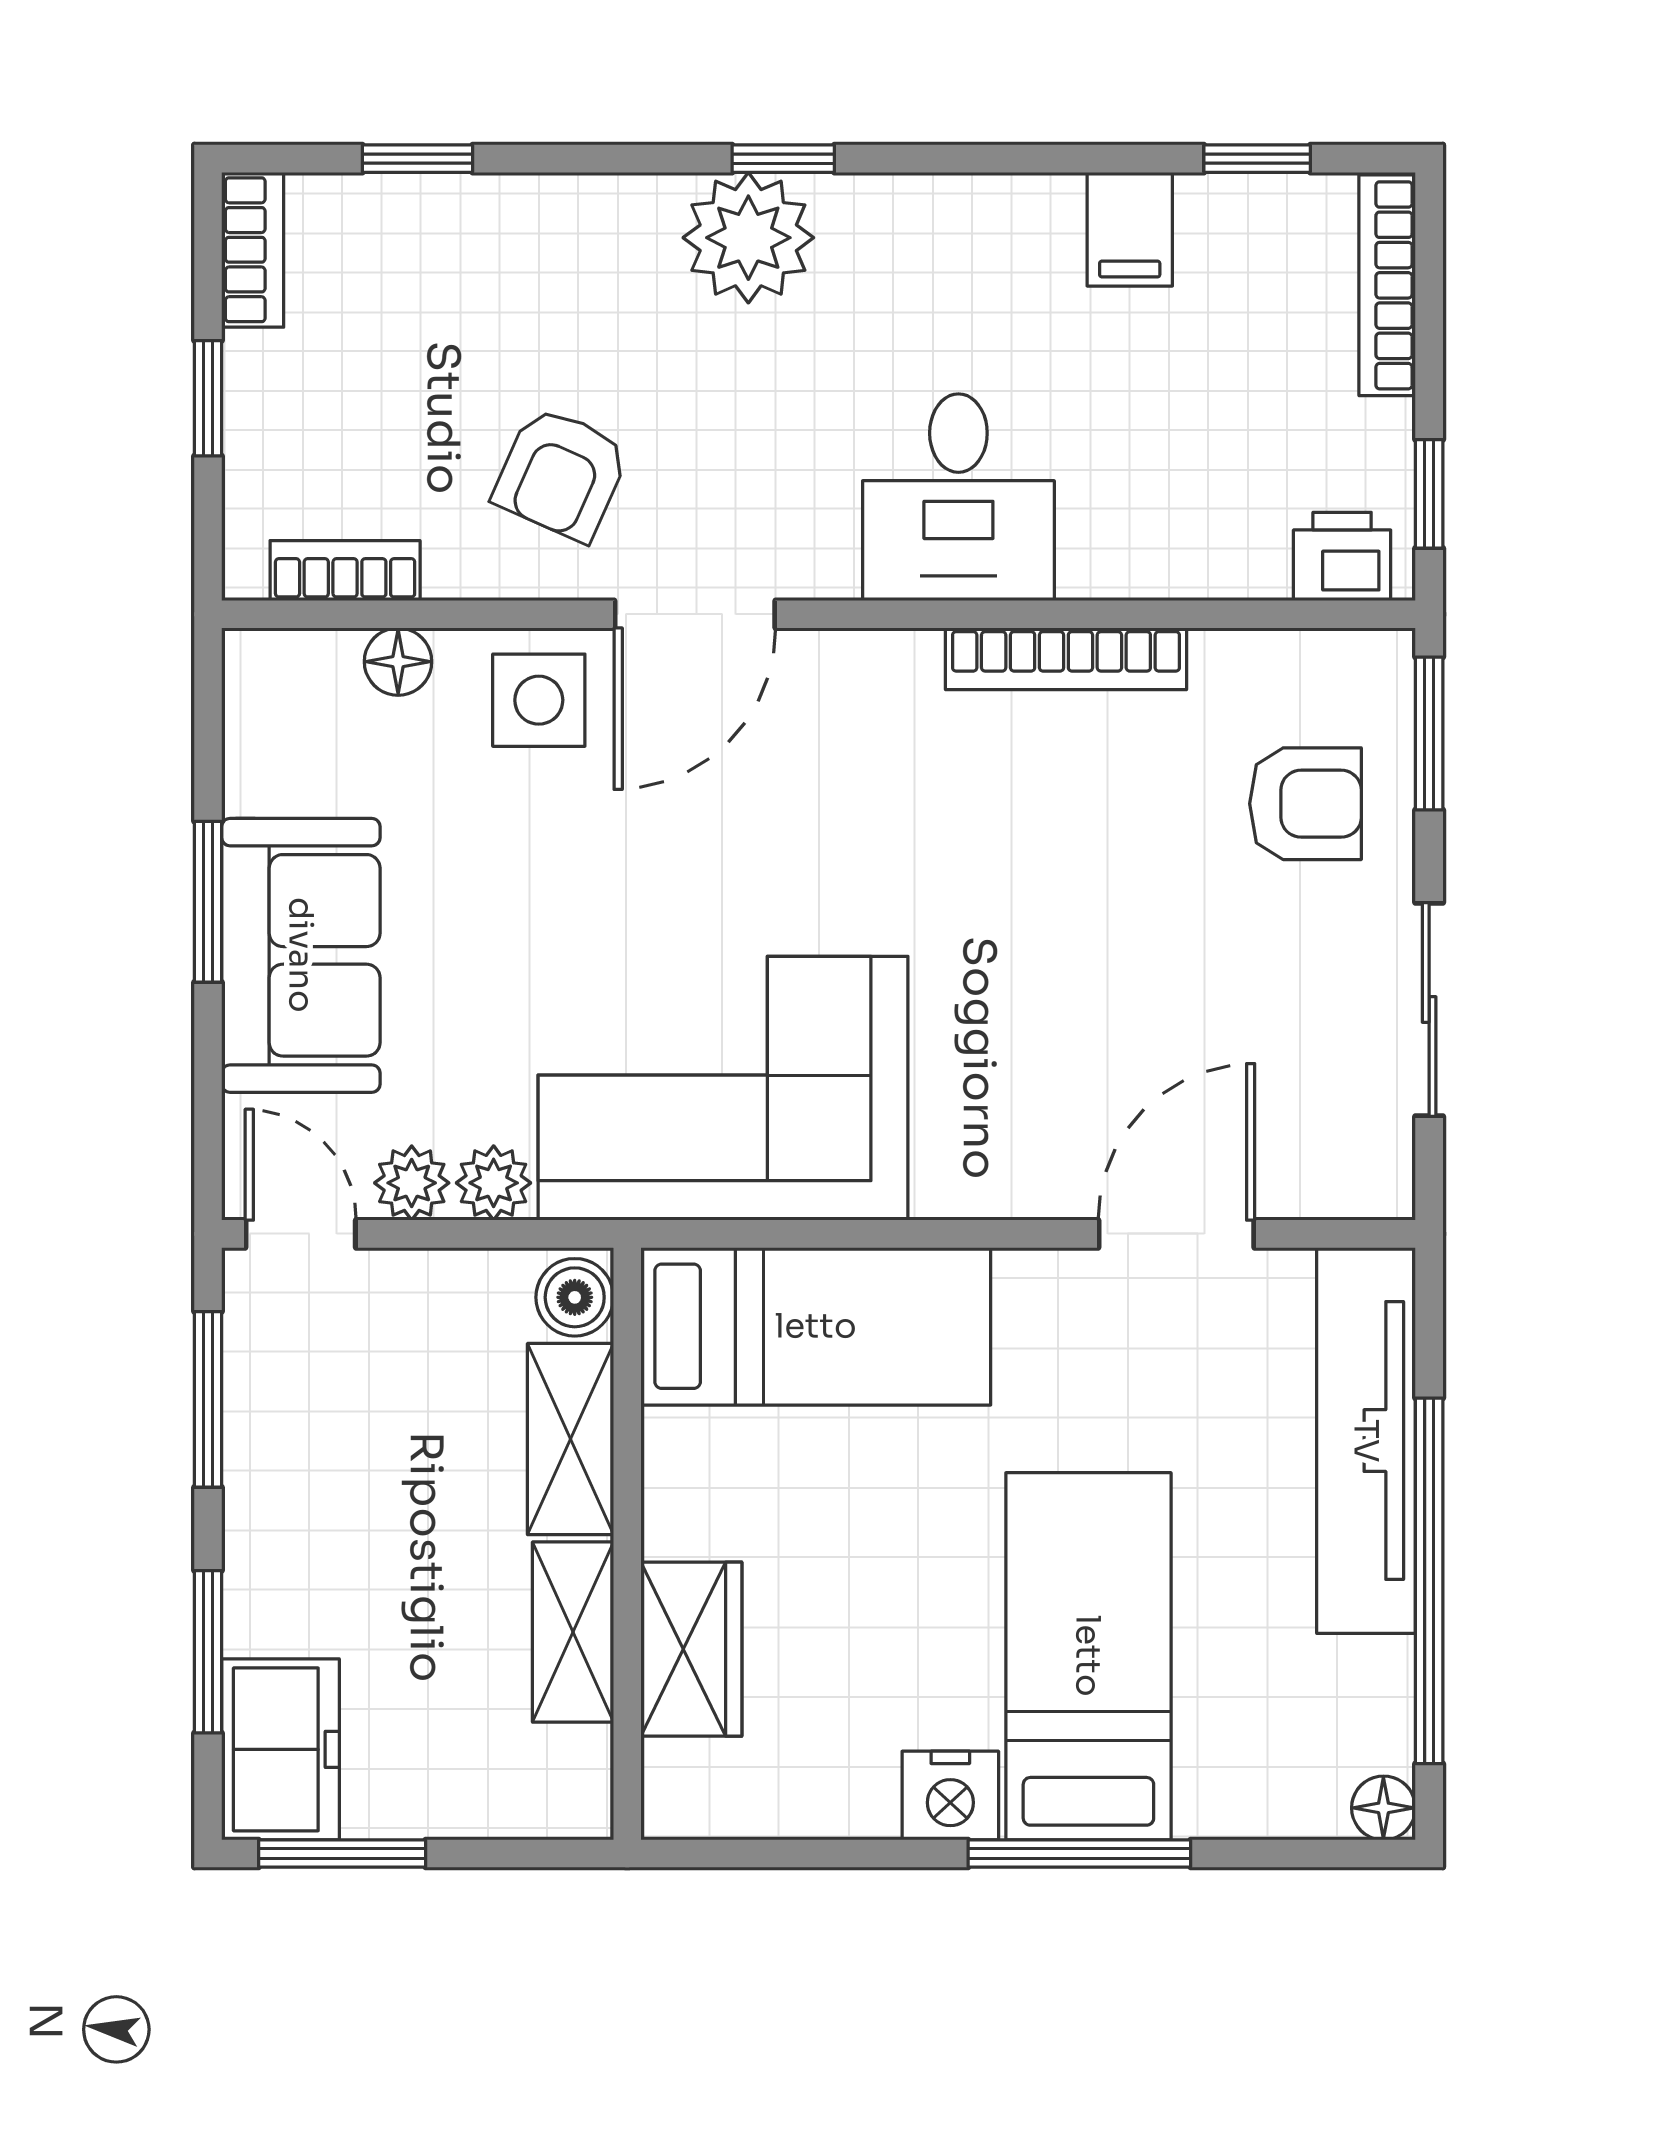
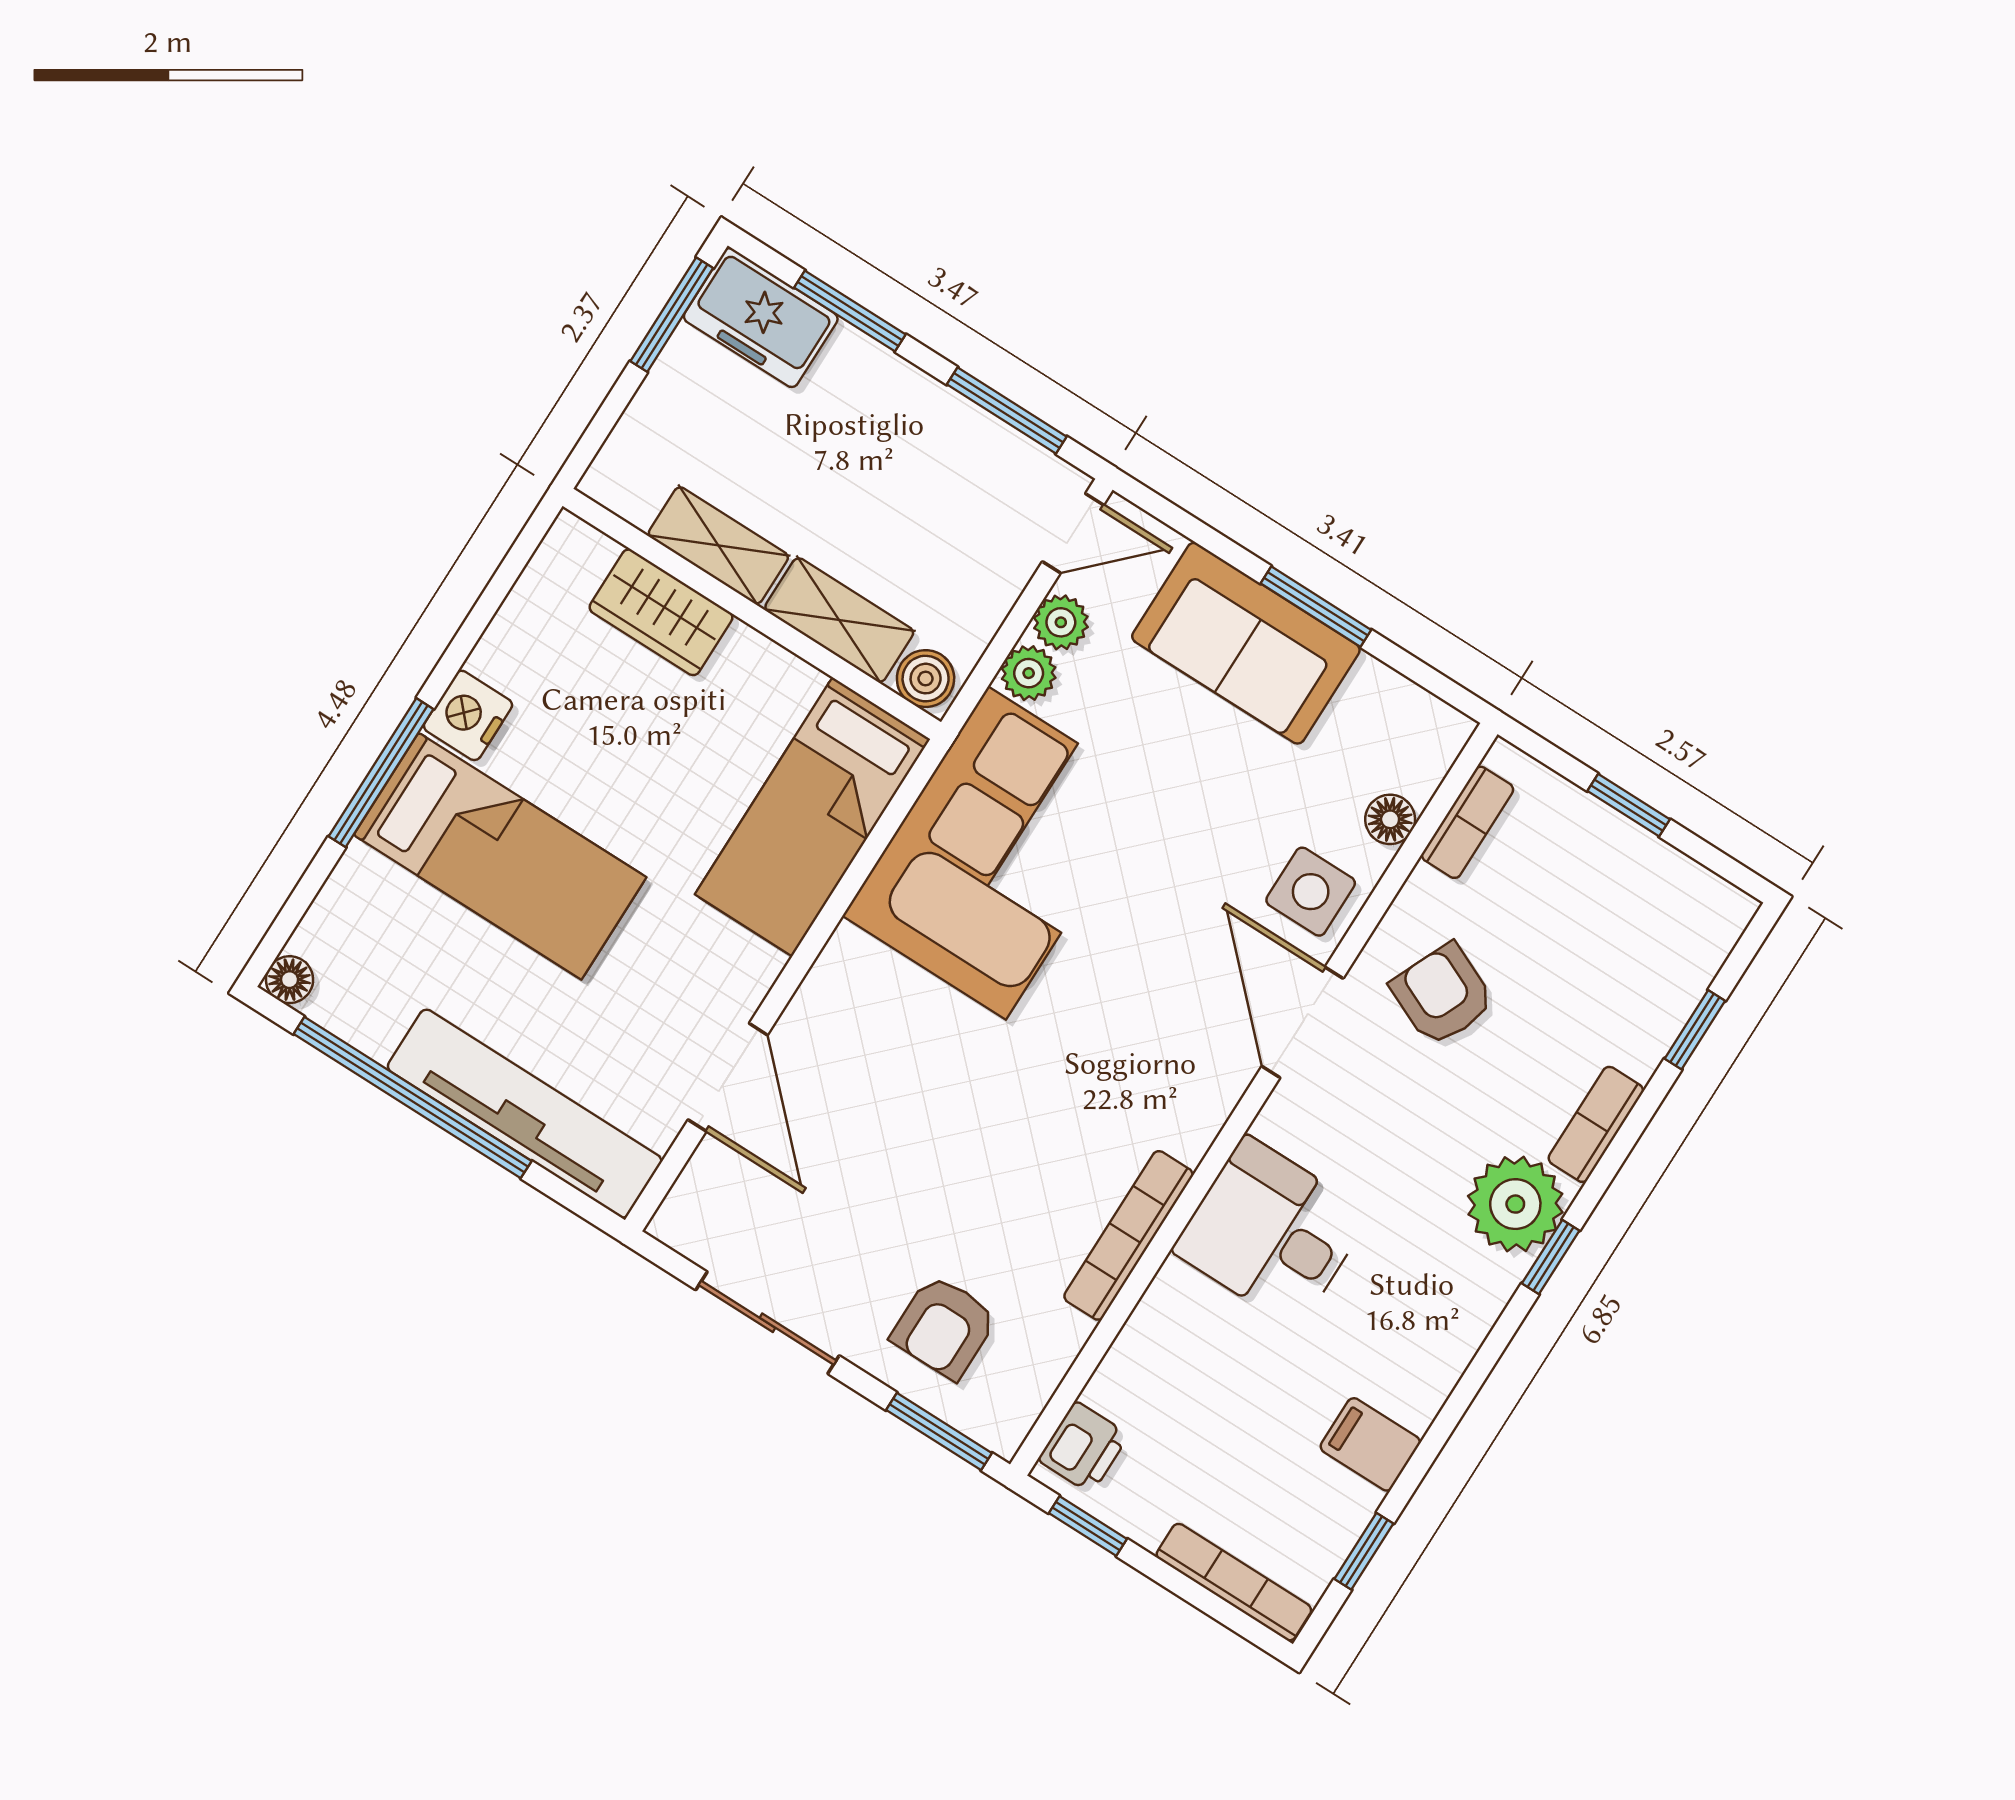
bookcase: (253, 250) -> (1596, 1124), moved, turned 90

